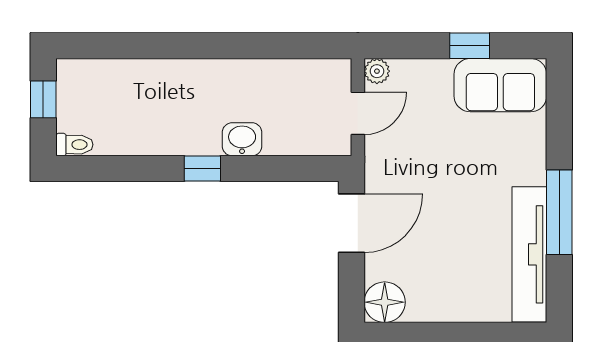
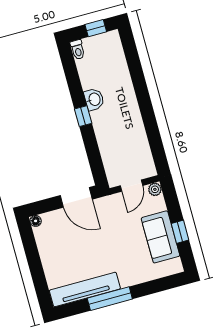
sofa: (500, 85) -> (160, 237), moved
door: (358, 113) -> (131, 186), hinge flipped
washbasin: (242, 139) -> (94, 99), moved
floor lamp: (385, 302) -> (36, 221), width x0.53, depth x0.53

